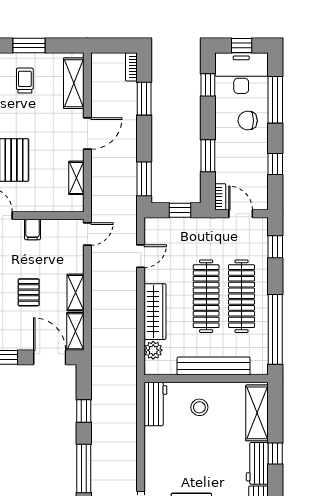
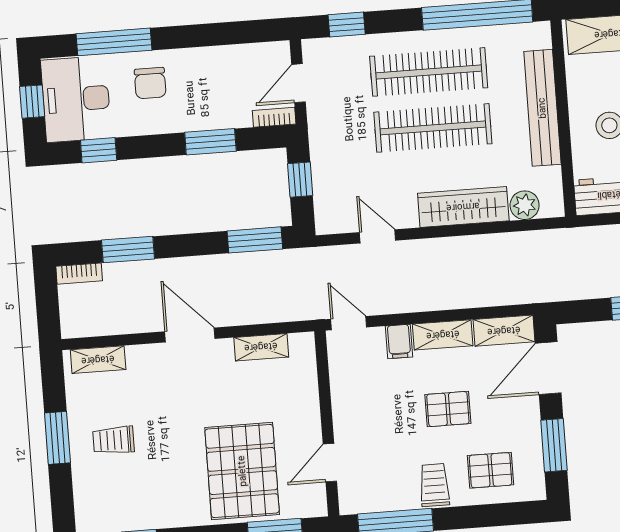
shelving: (74, 83) -> (98, 360), width x0.67, depth x0.75
window: (275, 164) -> (216, 34), removed
filing cabinet: (33, 230) -> (399, 341), moved, turned 90

